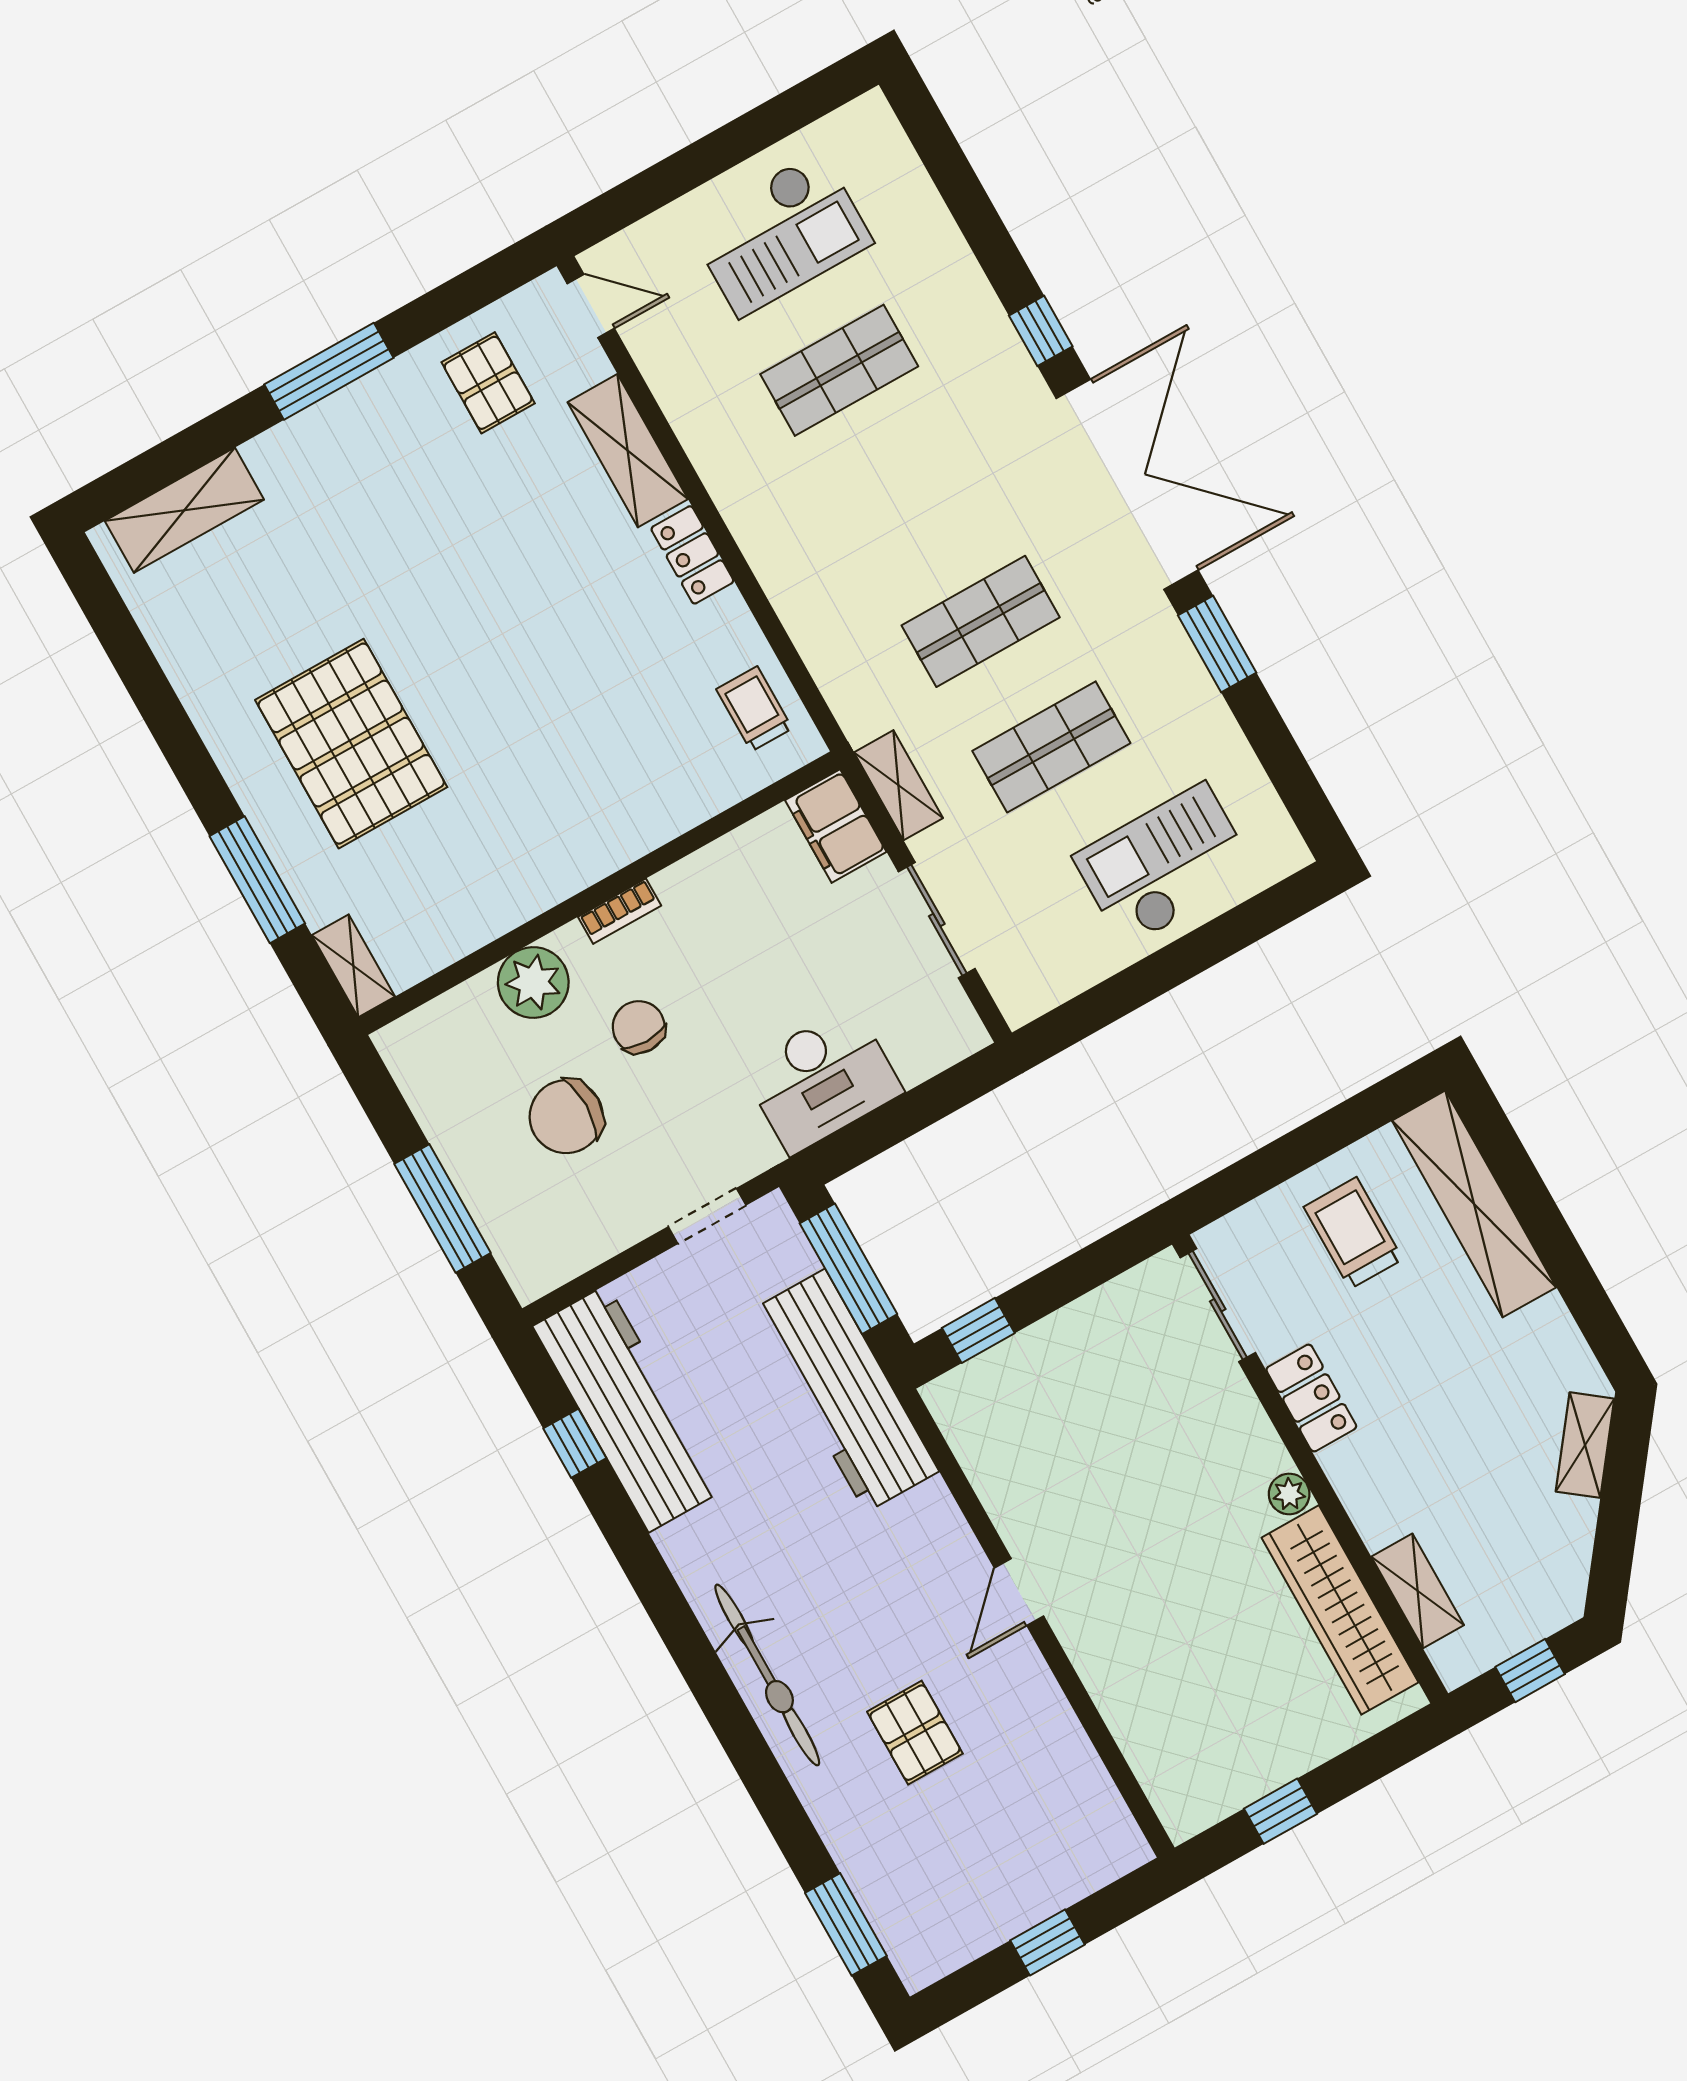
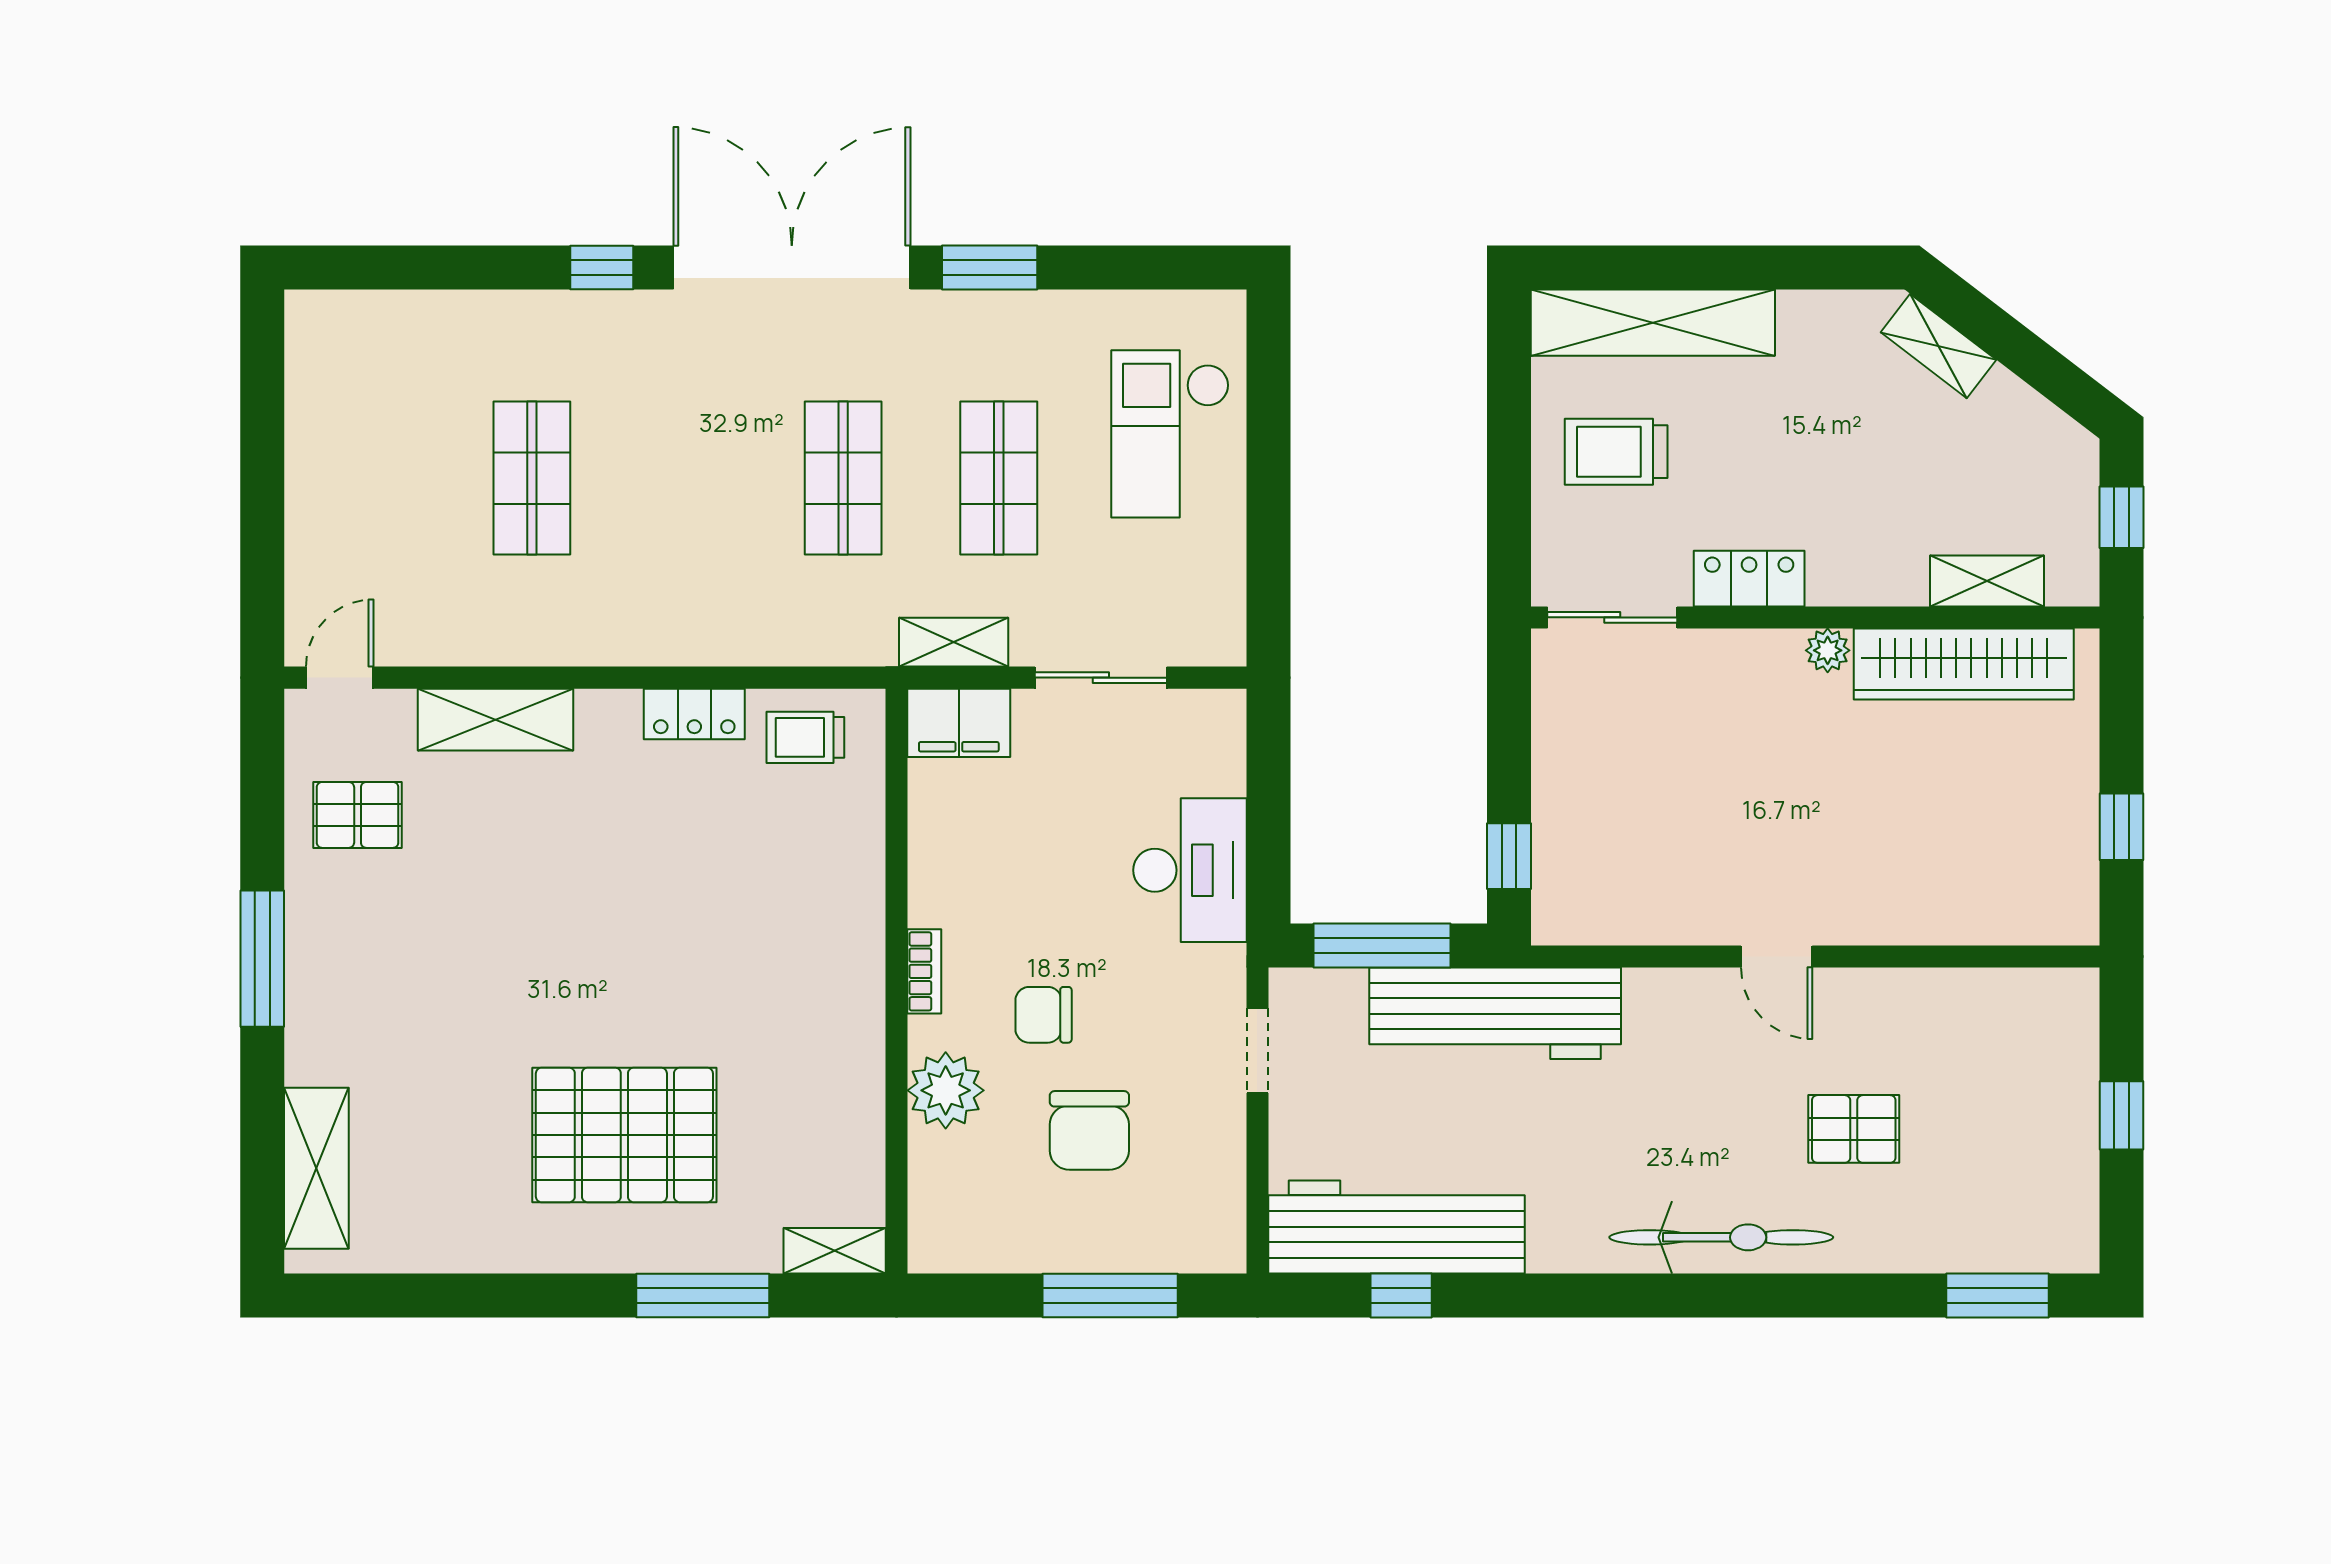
checkout: (780, 234) -> (372, 461), removed
locker: (692, 555) -> (694, 714), moved

